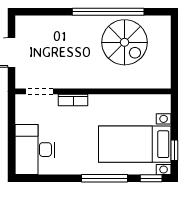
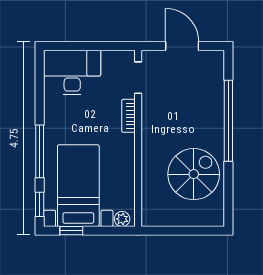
window: (108, 12) -> (228, 121), moved
spiral stairs: (124, 42) -> (194, 174), turned 180
plant: (164, 106) -> (122, 219), added

